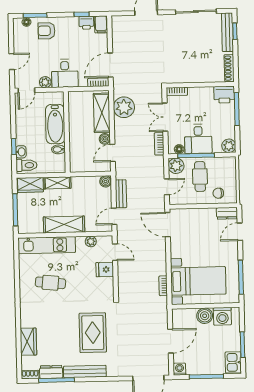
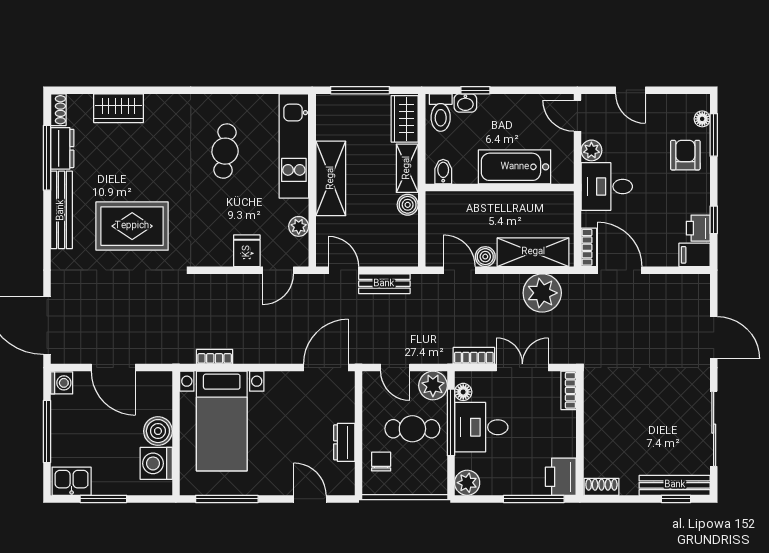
shoe rack: (229, 68) -> (601, 487), width x0.70
bidet: (58, 149) -> (443, 172), moved
boiler: (106, 181) -> (408, 205), moved
dresser: (227, 213) -> (344, 442), moved

